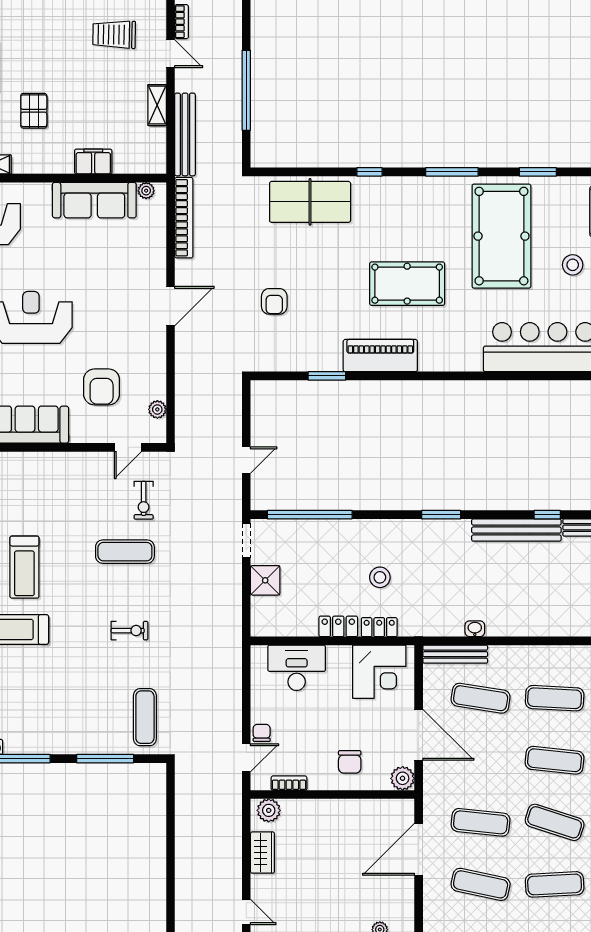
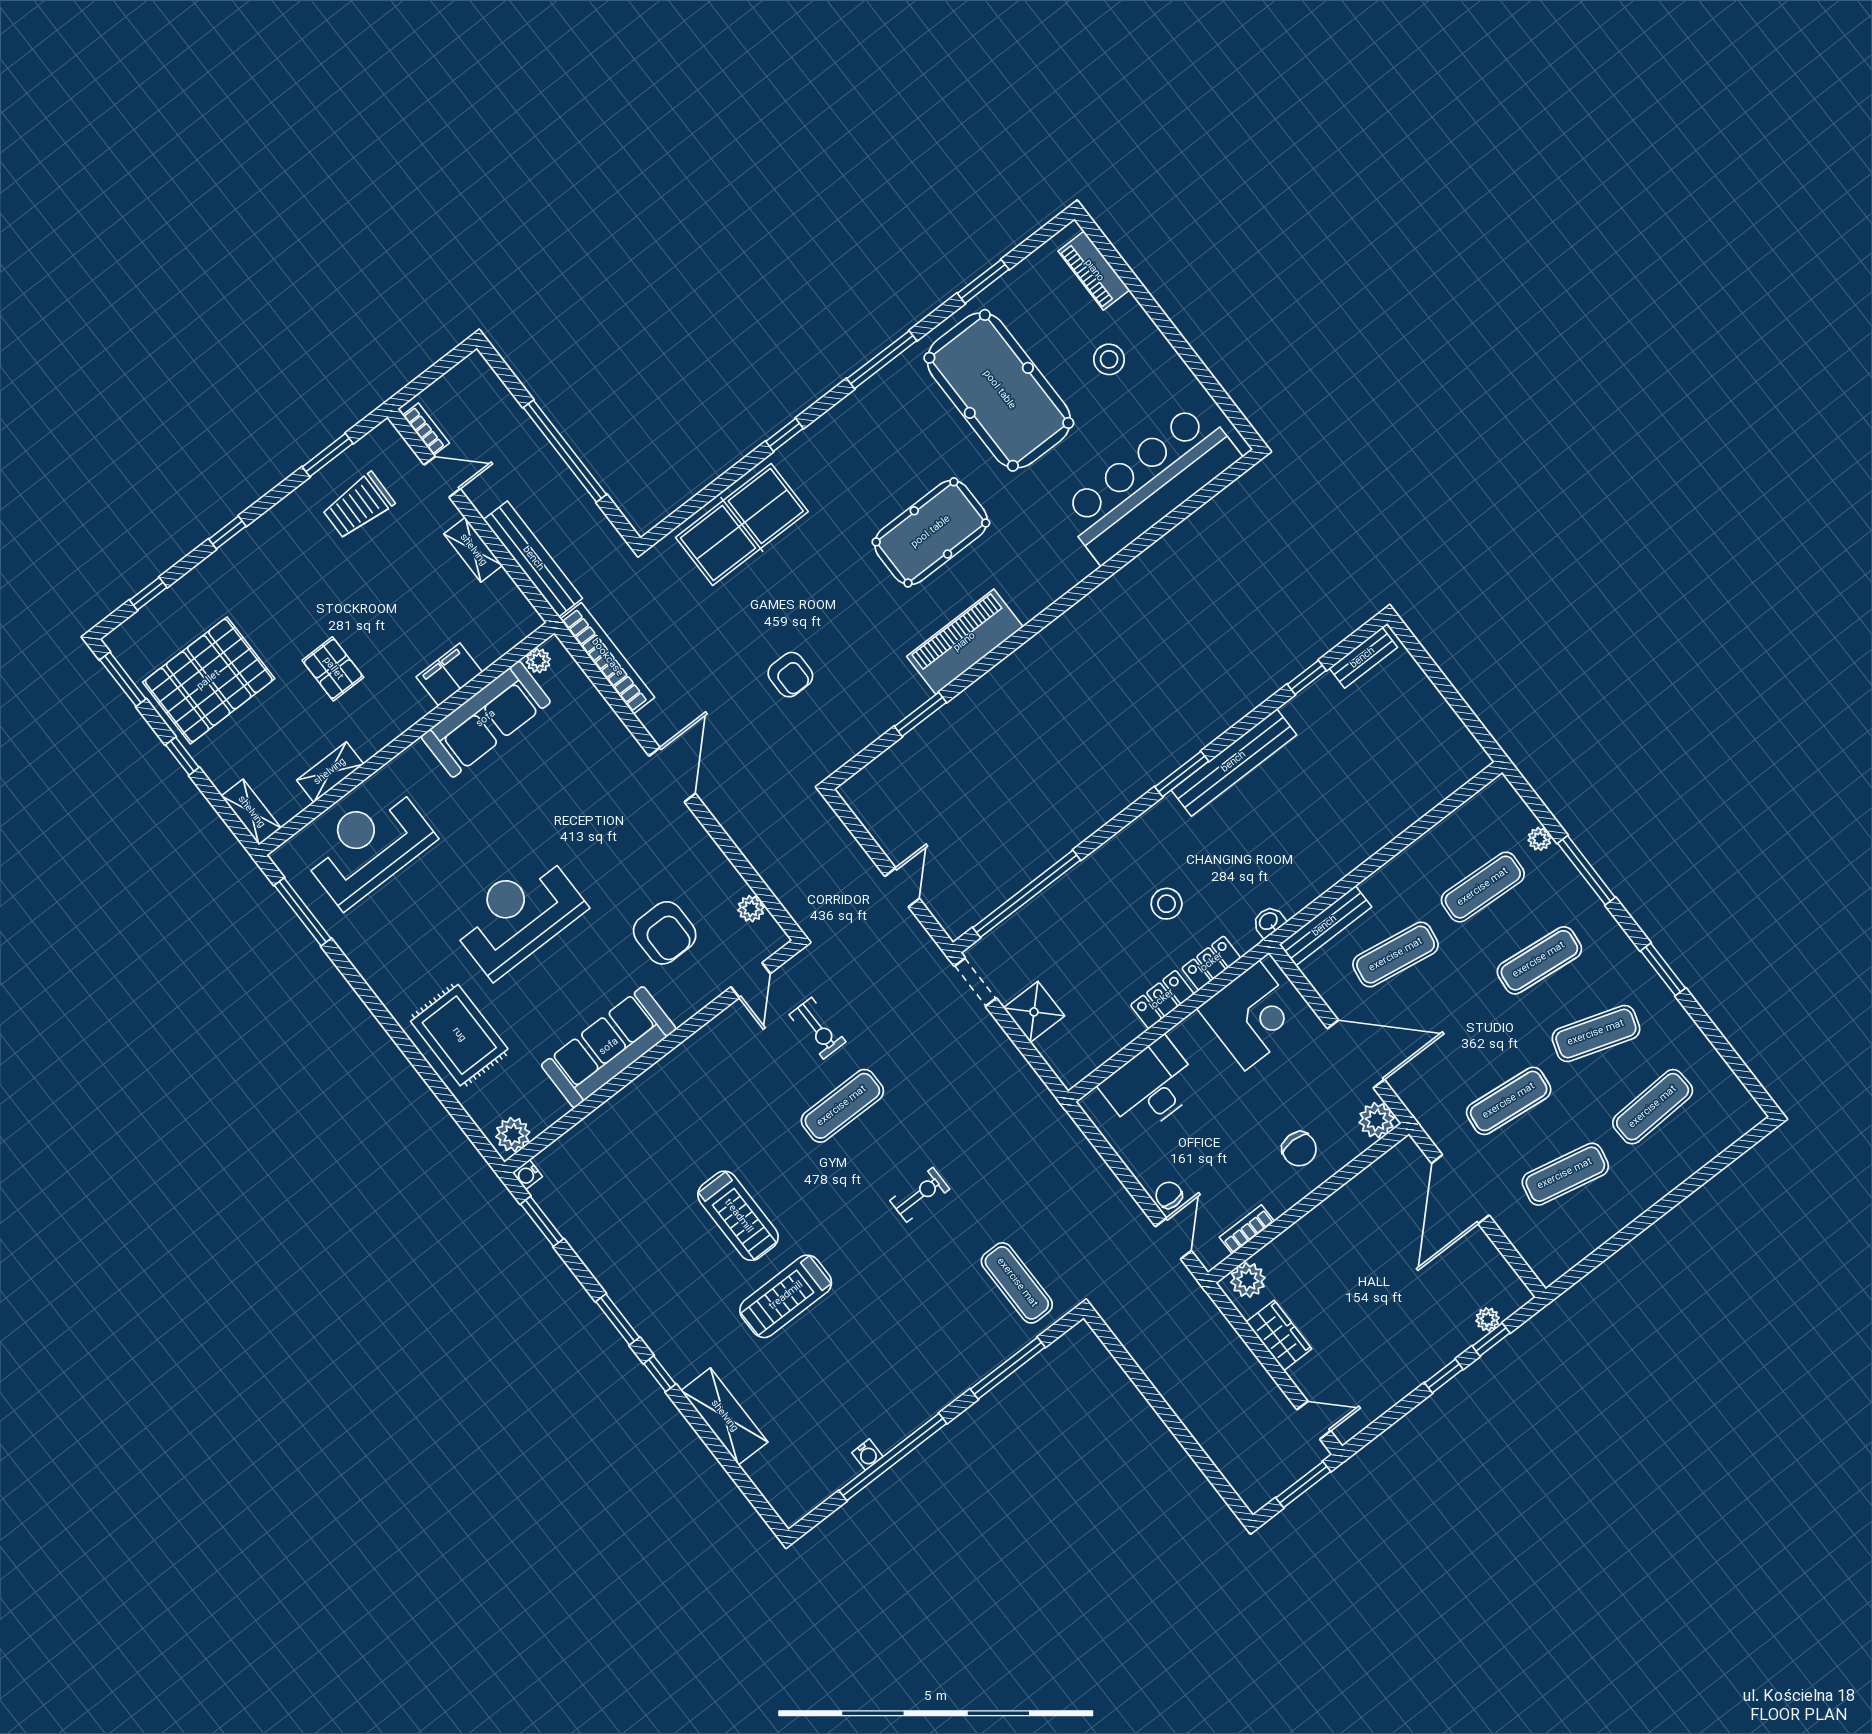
bench: (516, 530) -> (1234, 762), moved
washbasin: (475, 629) -> (1269, 922), moved

